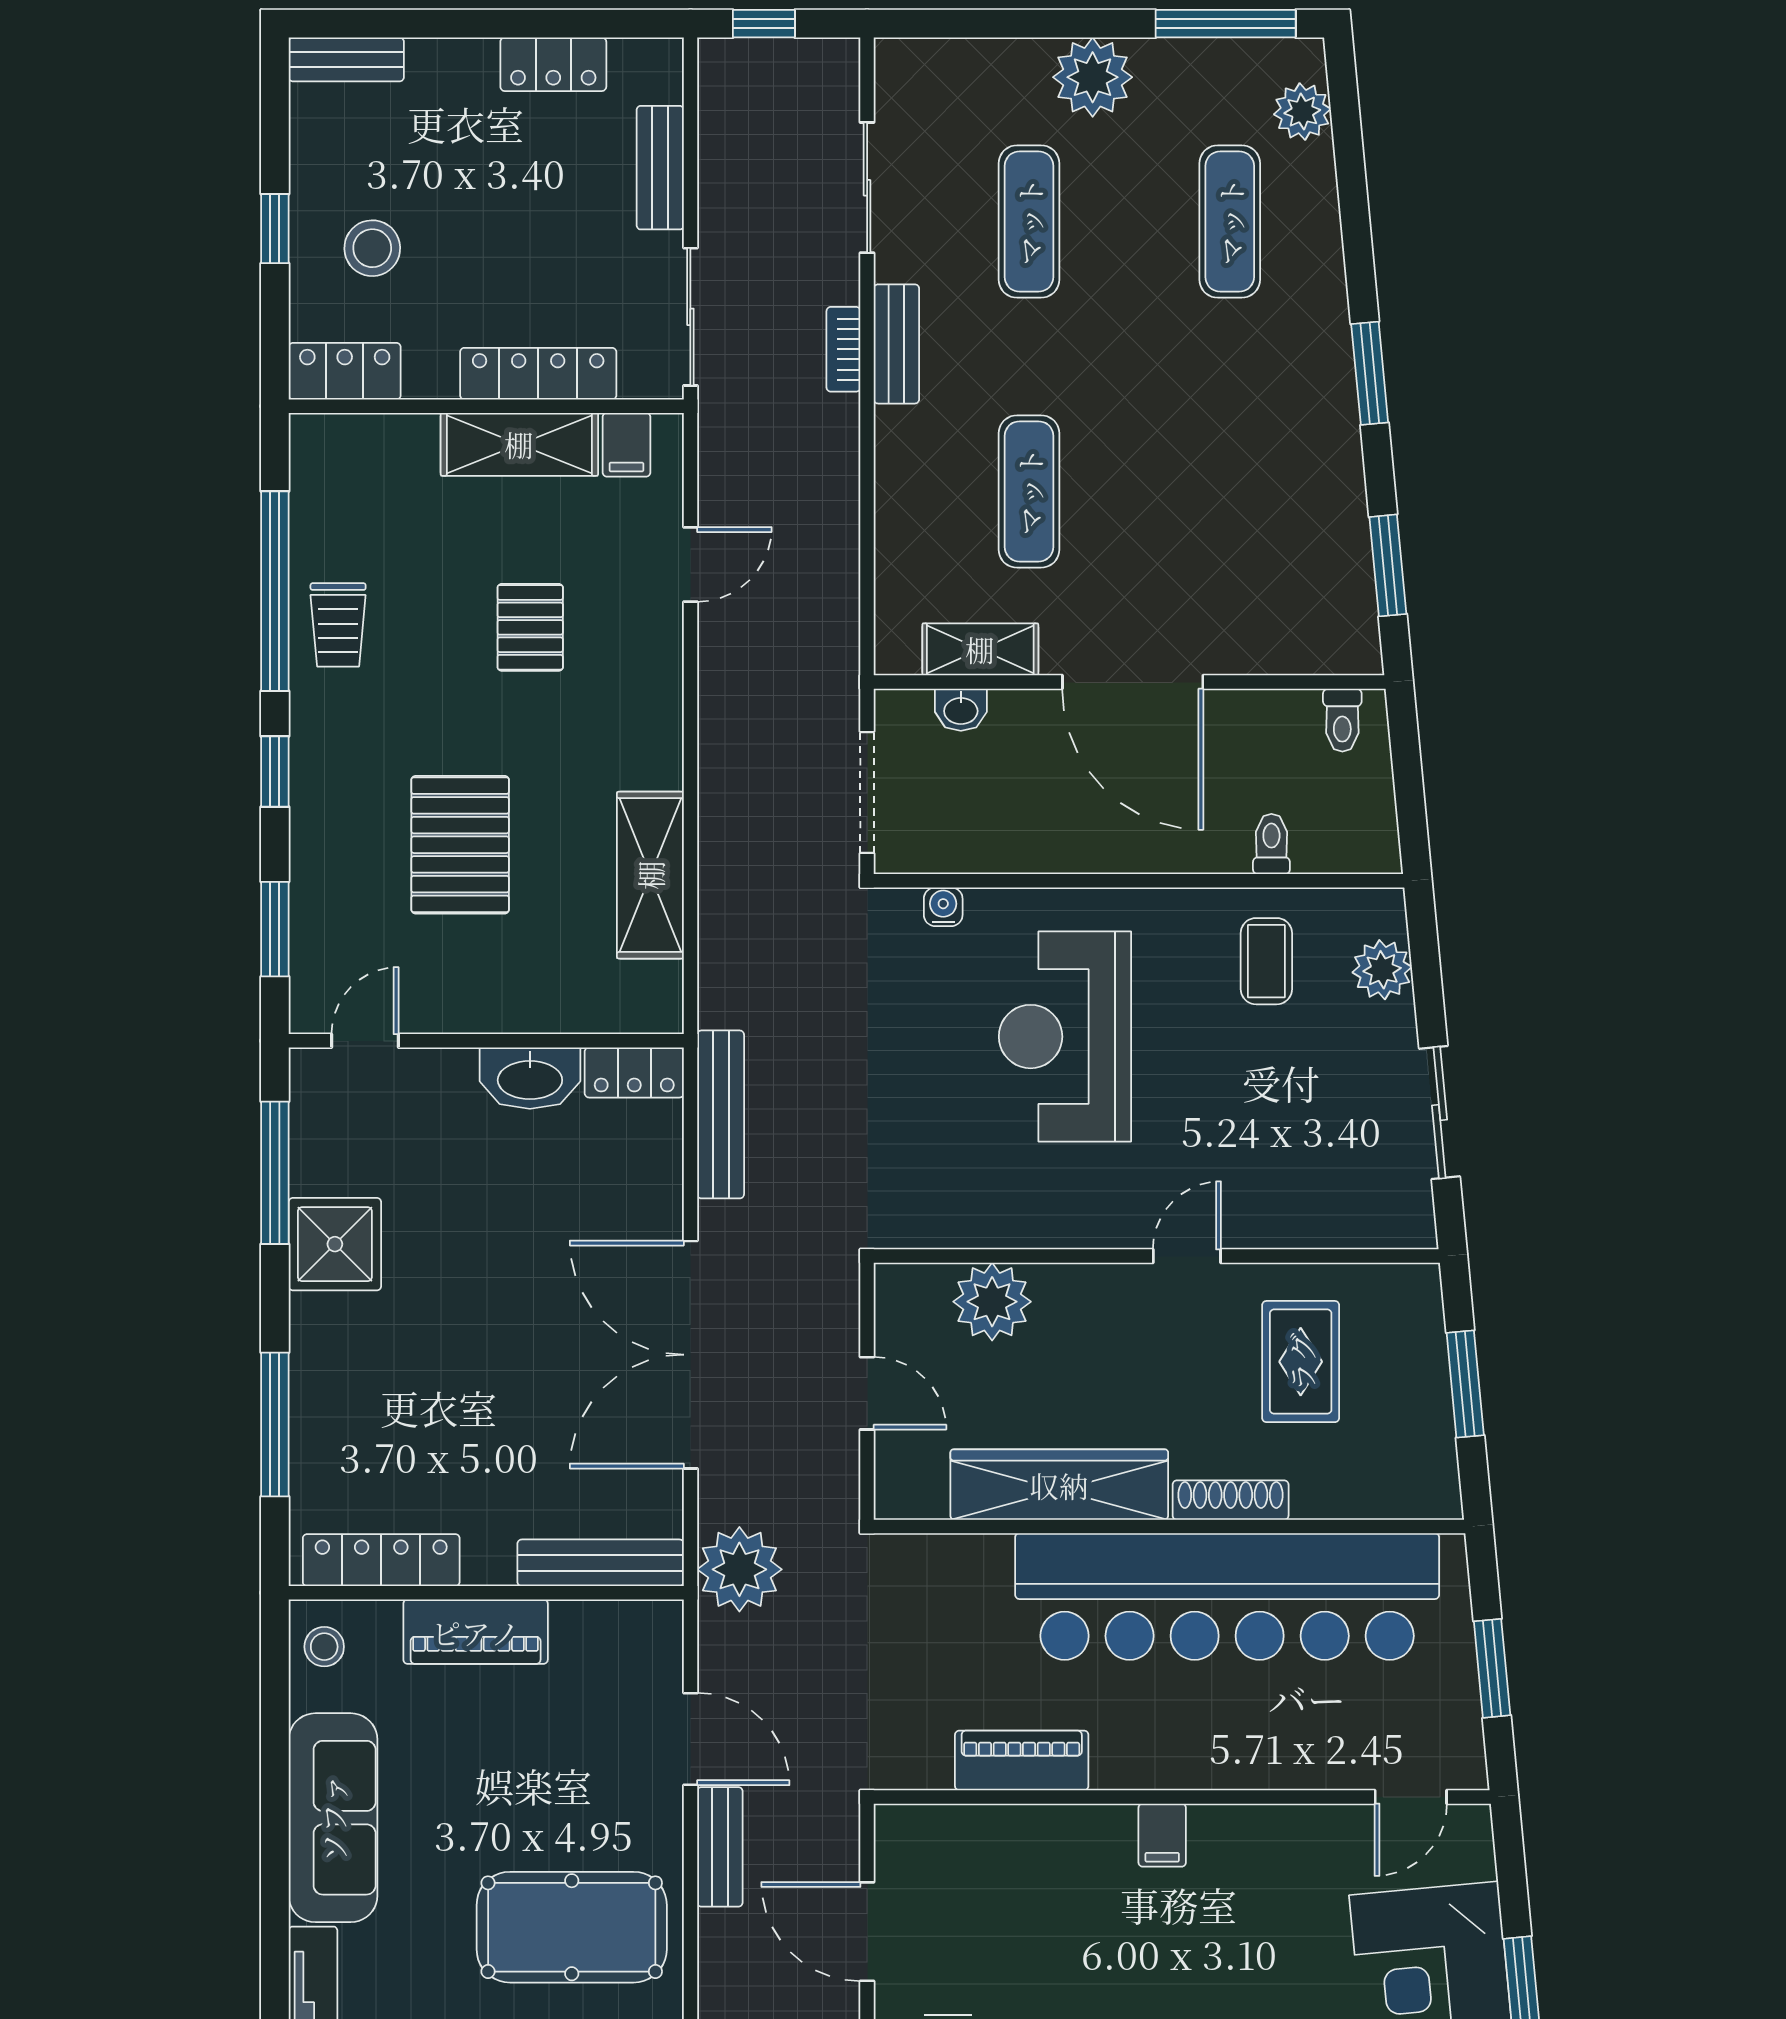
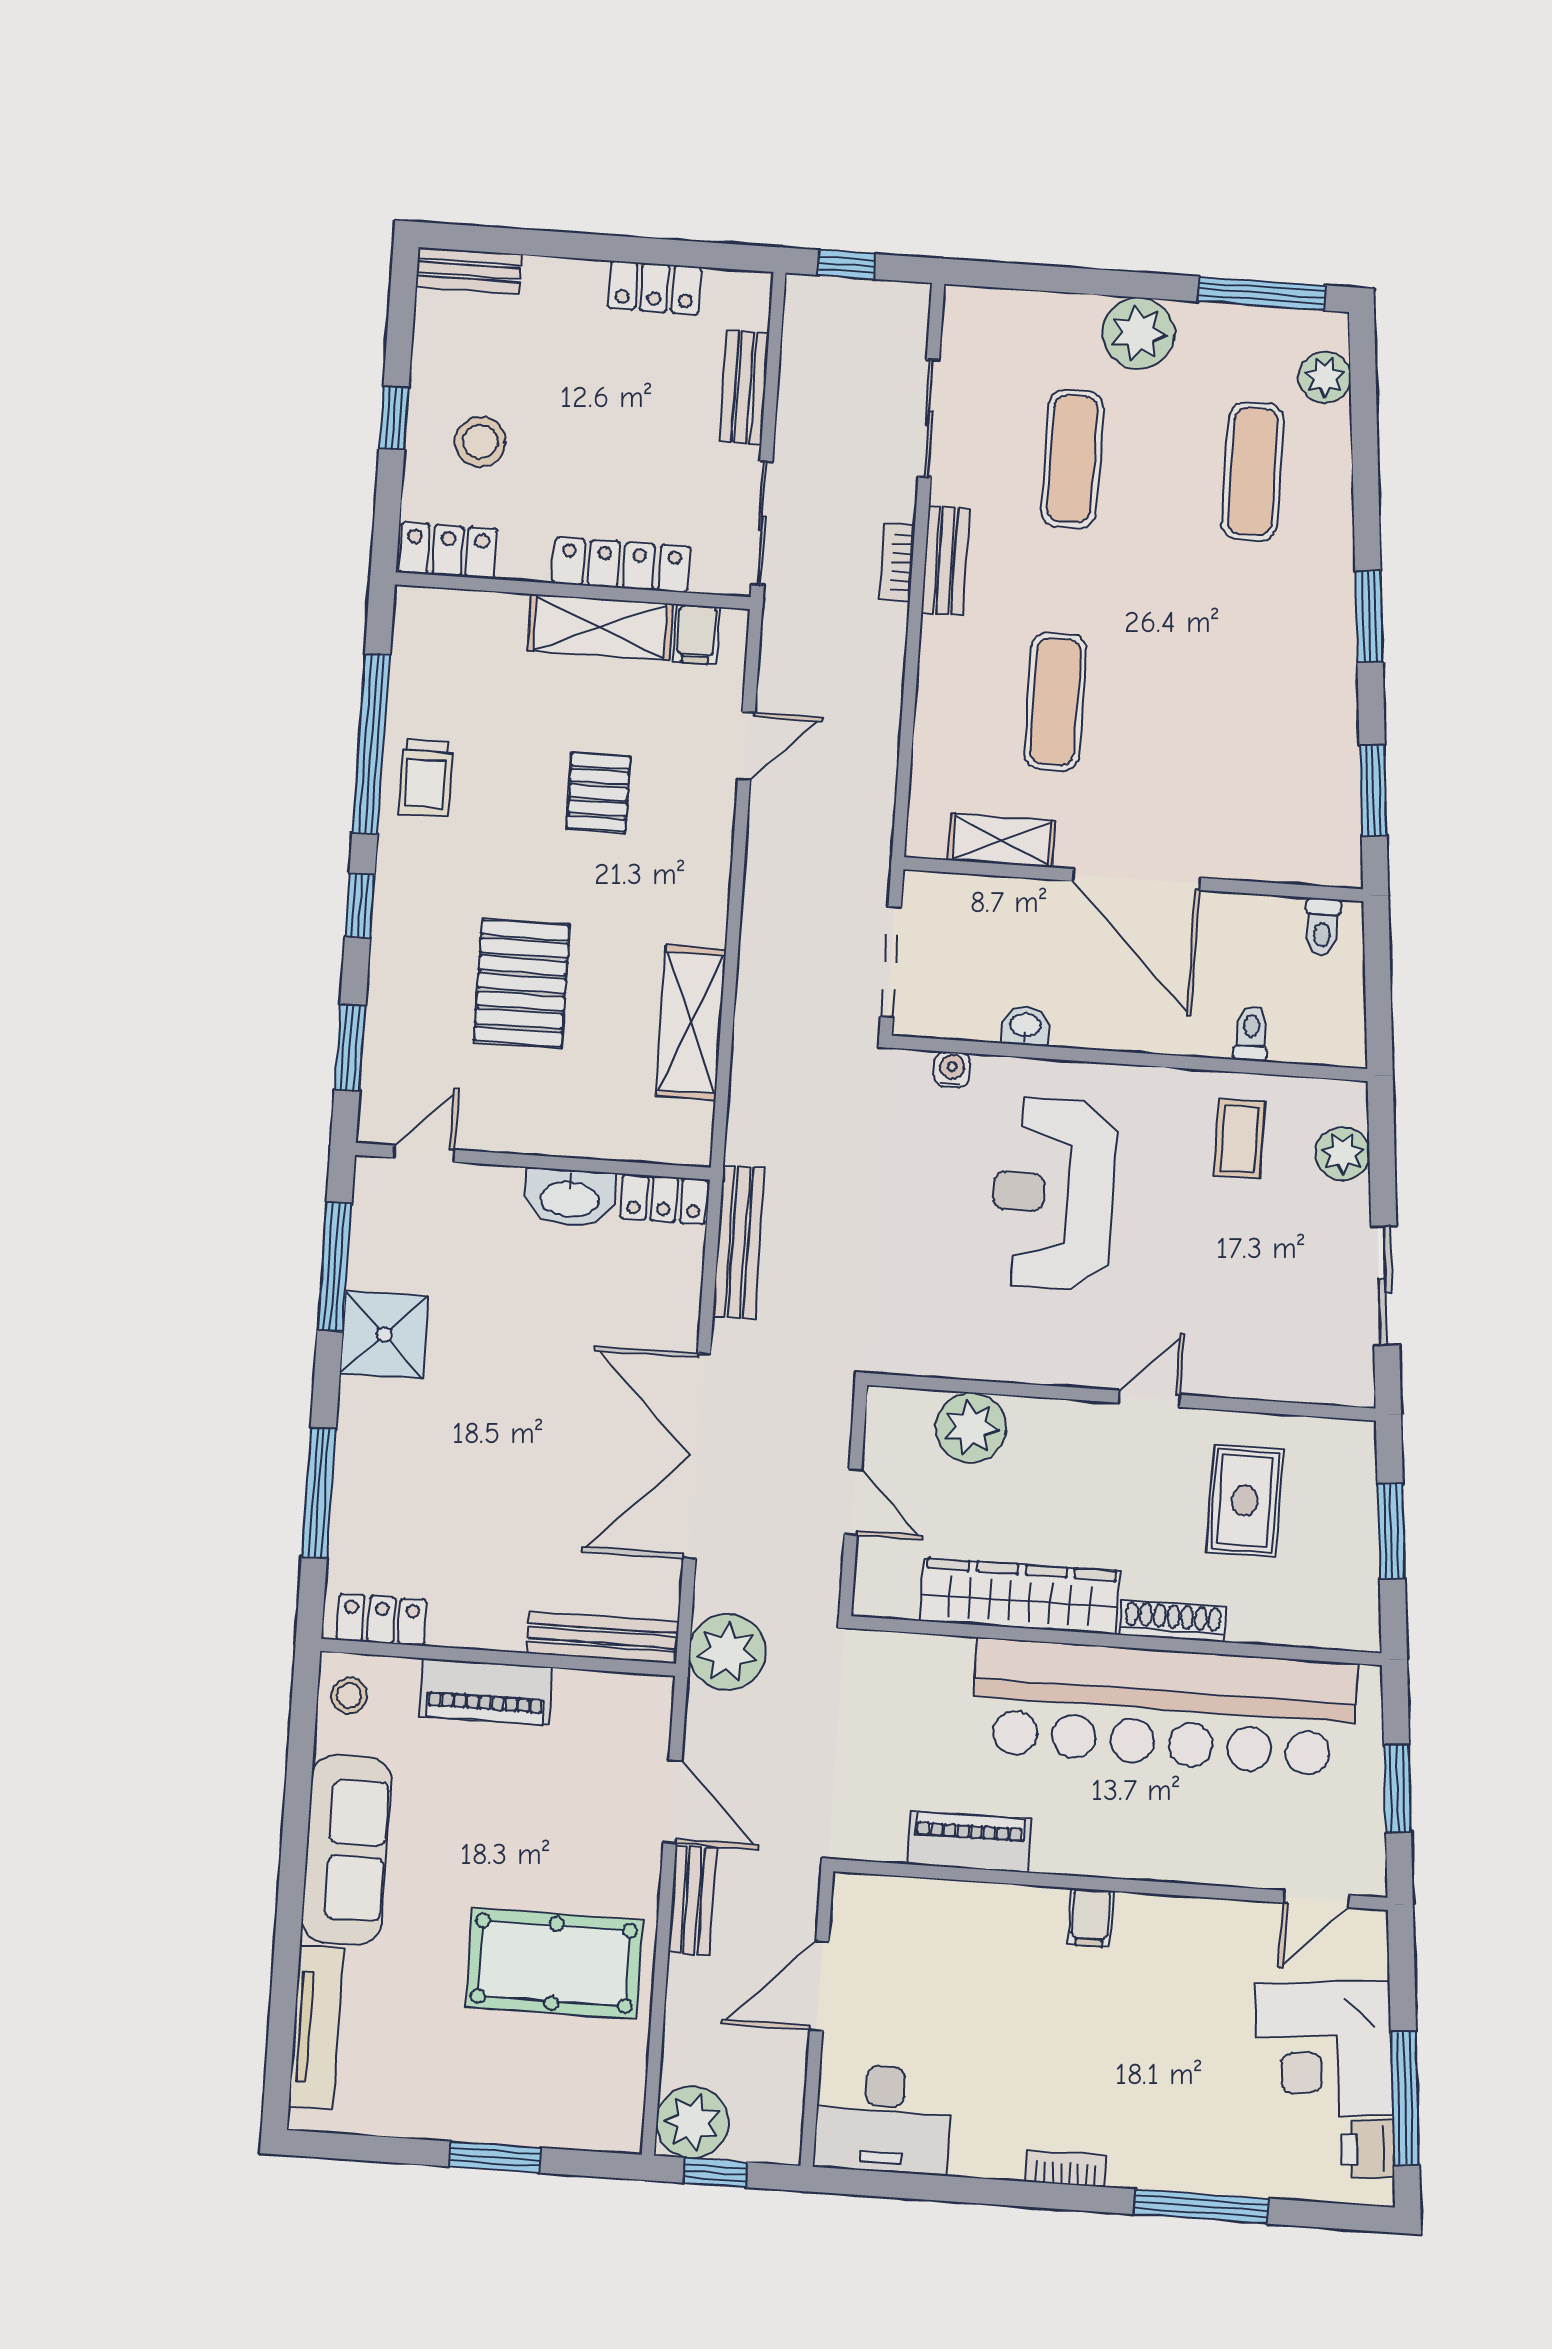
washbasin: (961, 710) -> (1025, 1026), moved, turned 180
locker: (381, 1560) -> (382, 1620), width x0.66
door: (867, 1932) -> (819, 1986), hinge flipped

